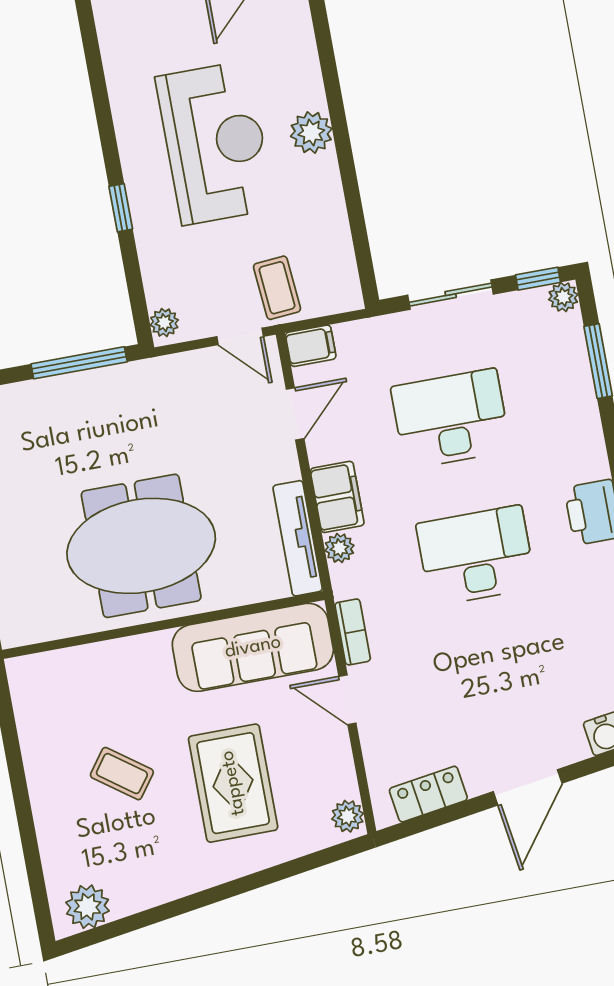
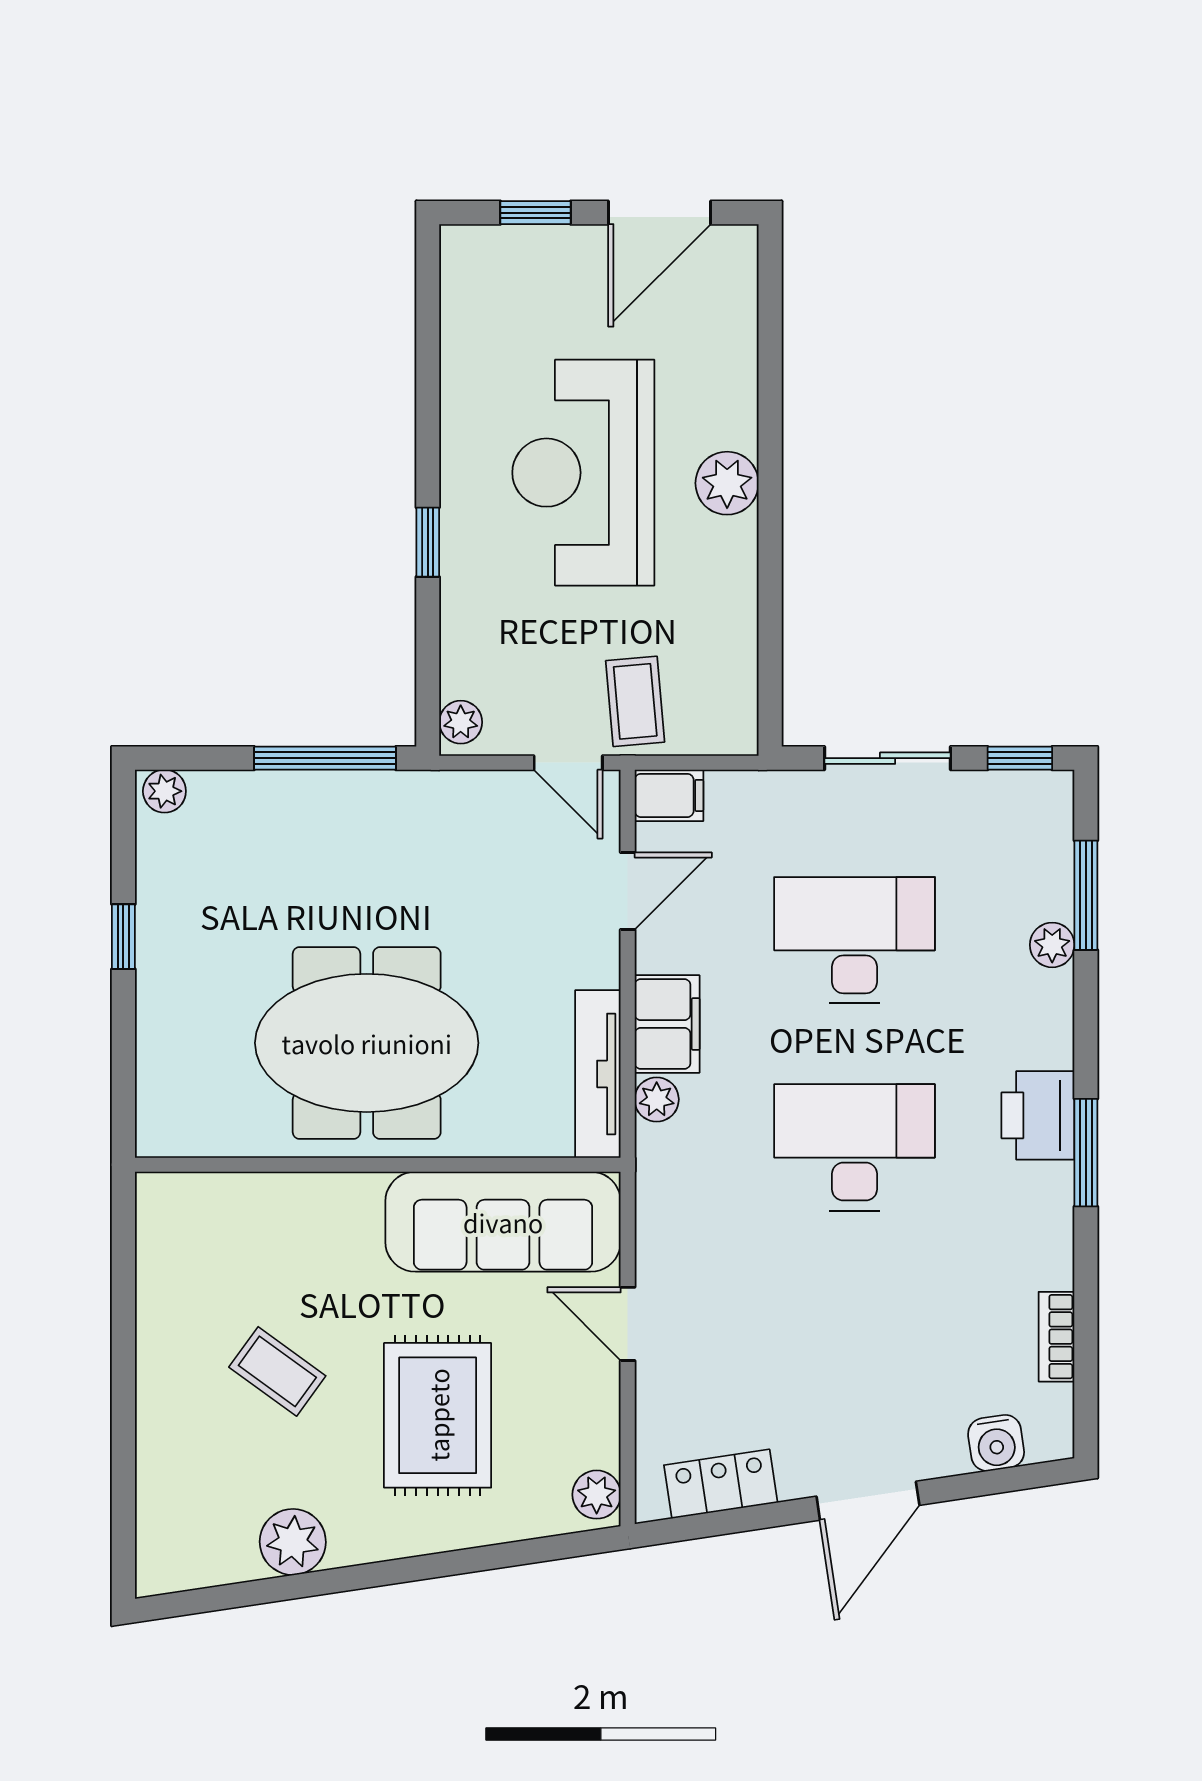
reception desk: (215, 143) -> (583, 473), turned 180
plant: (563, 297) -> (1052, 945), moved
bookcase: (353, 632) -> (653, 1226), removed
plant: (88, 907) -> (293, 1542), moved

